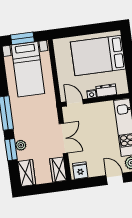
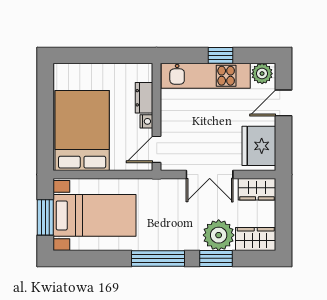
bed: (98, 56) -> (82, 131), moved, turned 180
double door: (63, 138) -> (210, 174), swing flipped
plant: (21, 145) -> (219, 235), width x1.87, depth x1.87
fridge: (80, 170) -> (259, 146), width x1.88, depth x1.34

